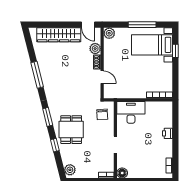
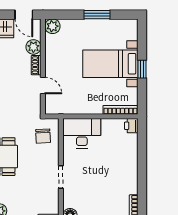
window: (142, 25) -> (97, 15), width x0.69
bed with nightstands: (152, 45) -> (110, 64), moved
window: (175, 51) -> (142, 69), moved
printer: (167, 133) -> (131, 126), moved

